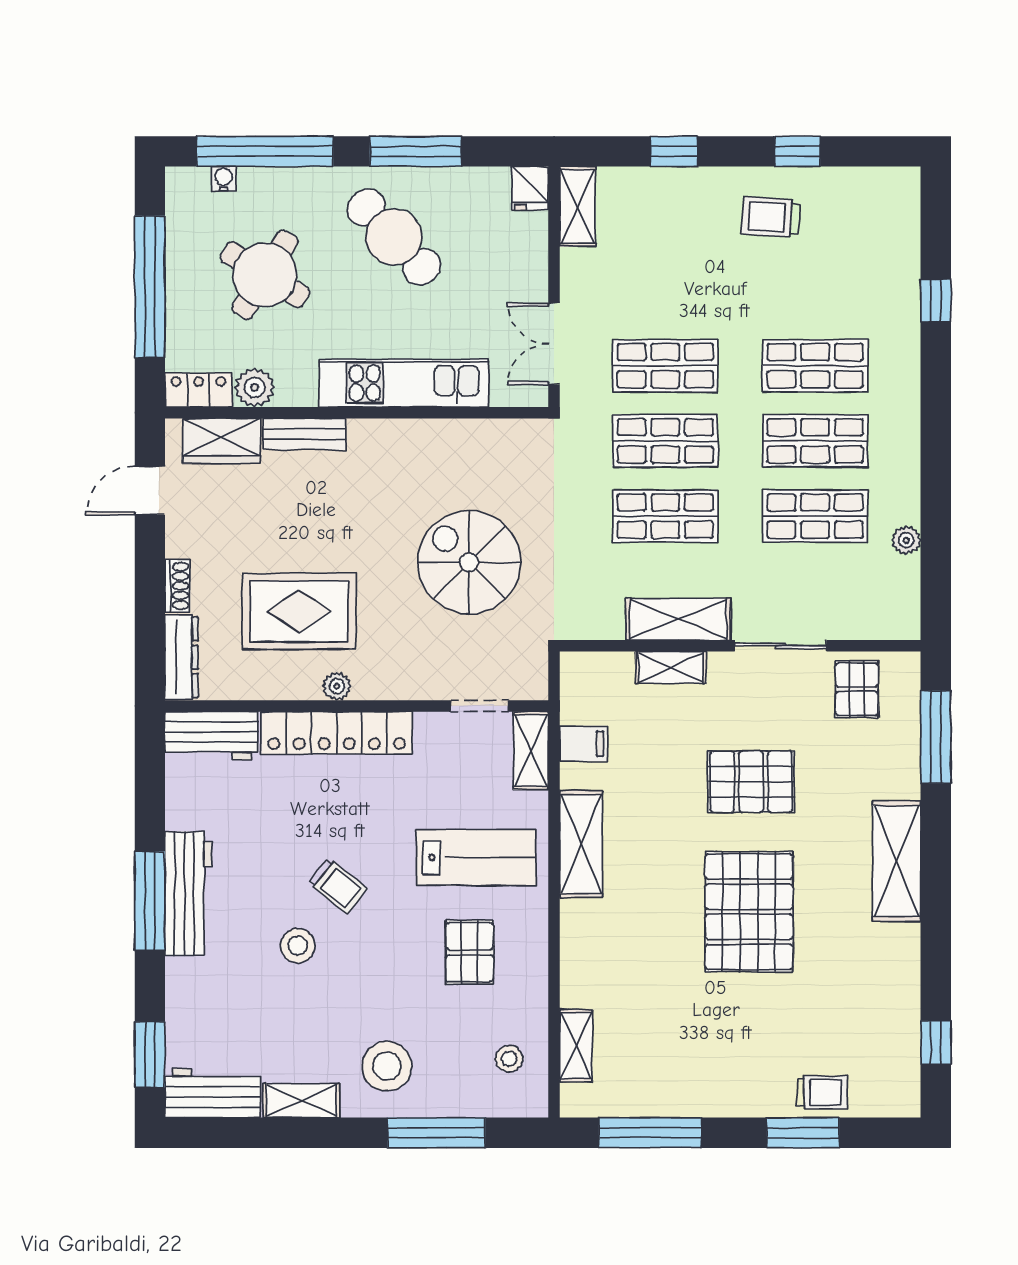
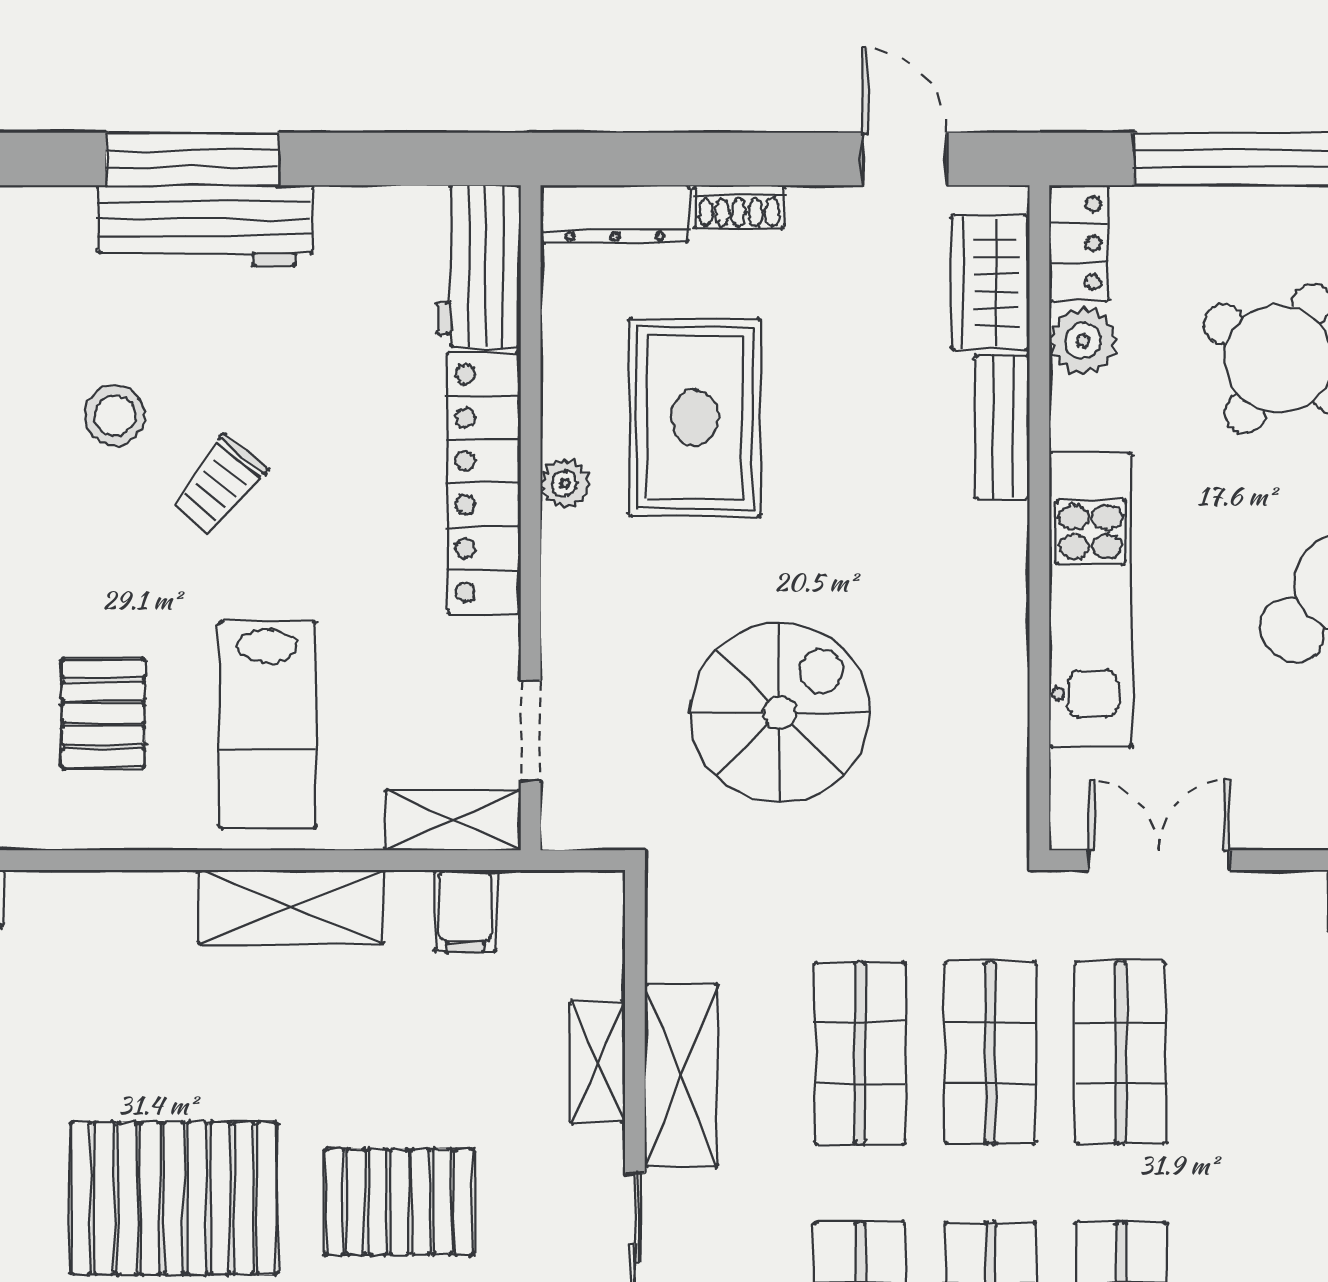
pallet: (751, 782) -> (399, 1202), turned 90
pallet: (470, 952) -> (103, 714), turned 90

